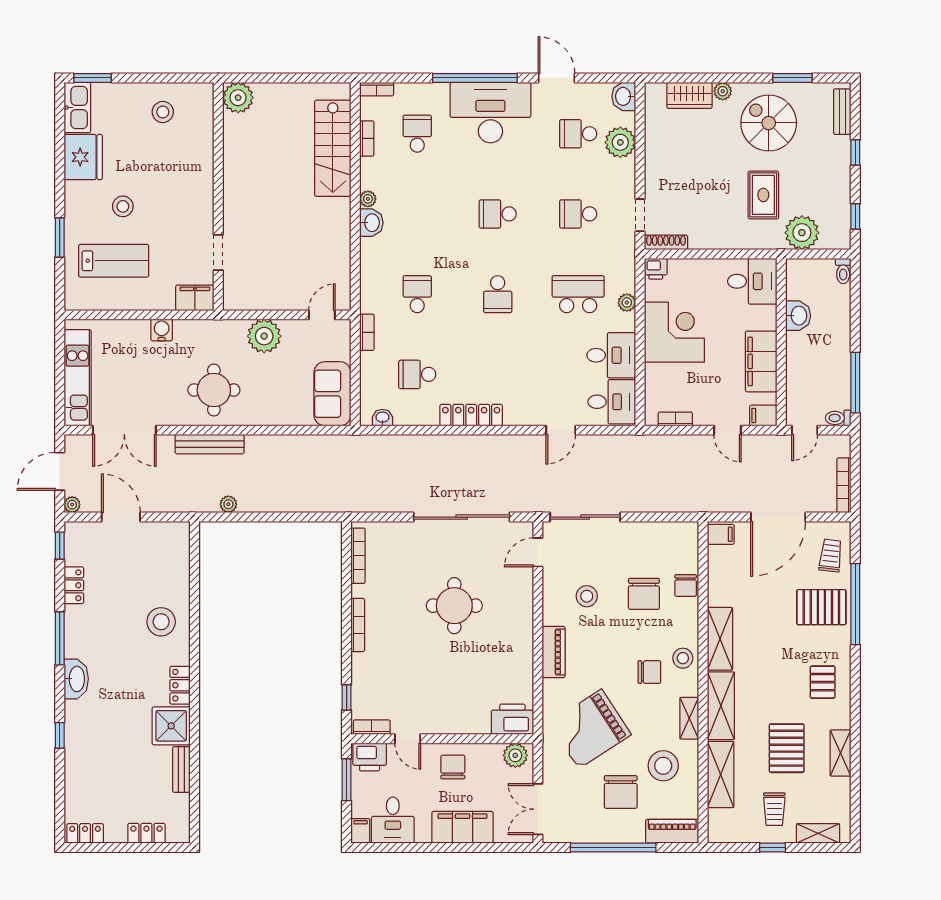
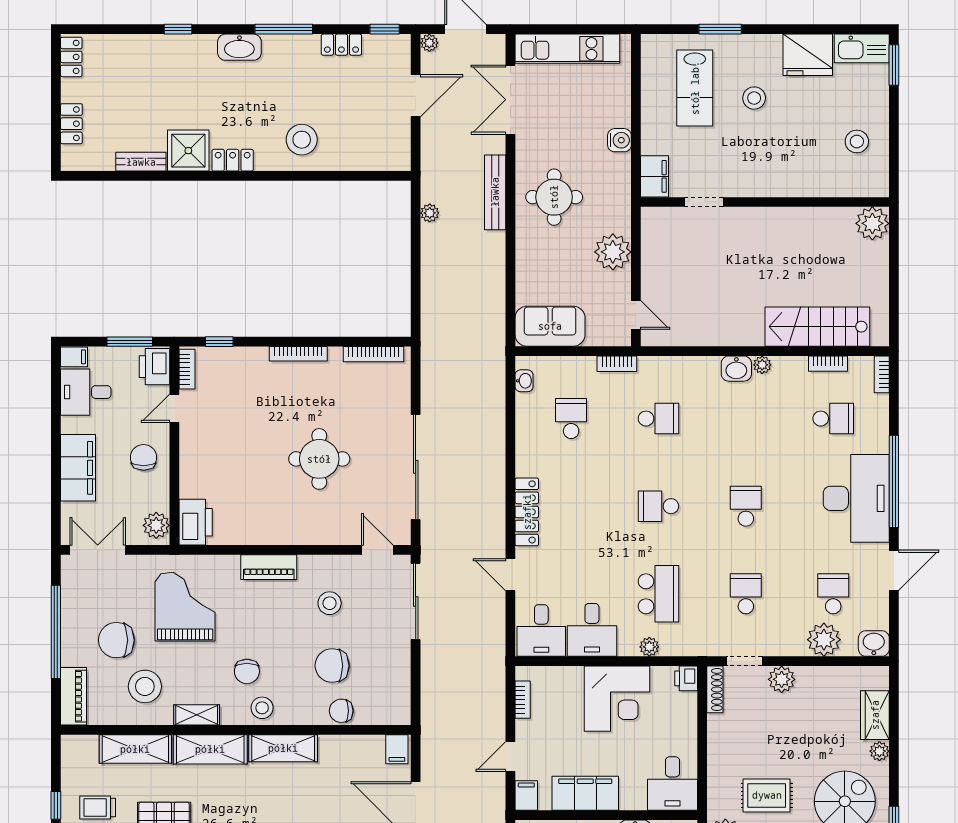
plant: (657, 181) -> (782, 679), added
locker: (471, 415) -> (527, 512), moved
grand piano: (590, 729) -> (185, 607), turned 33
chair: (453, 767) -> (144, 457), turned -90

